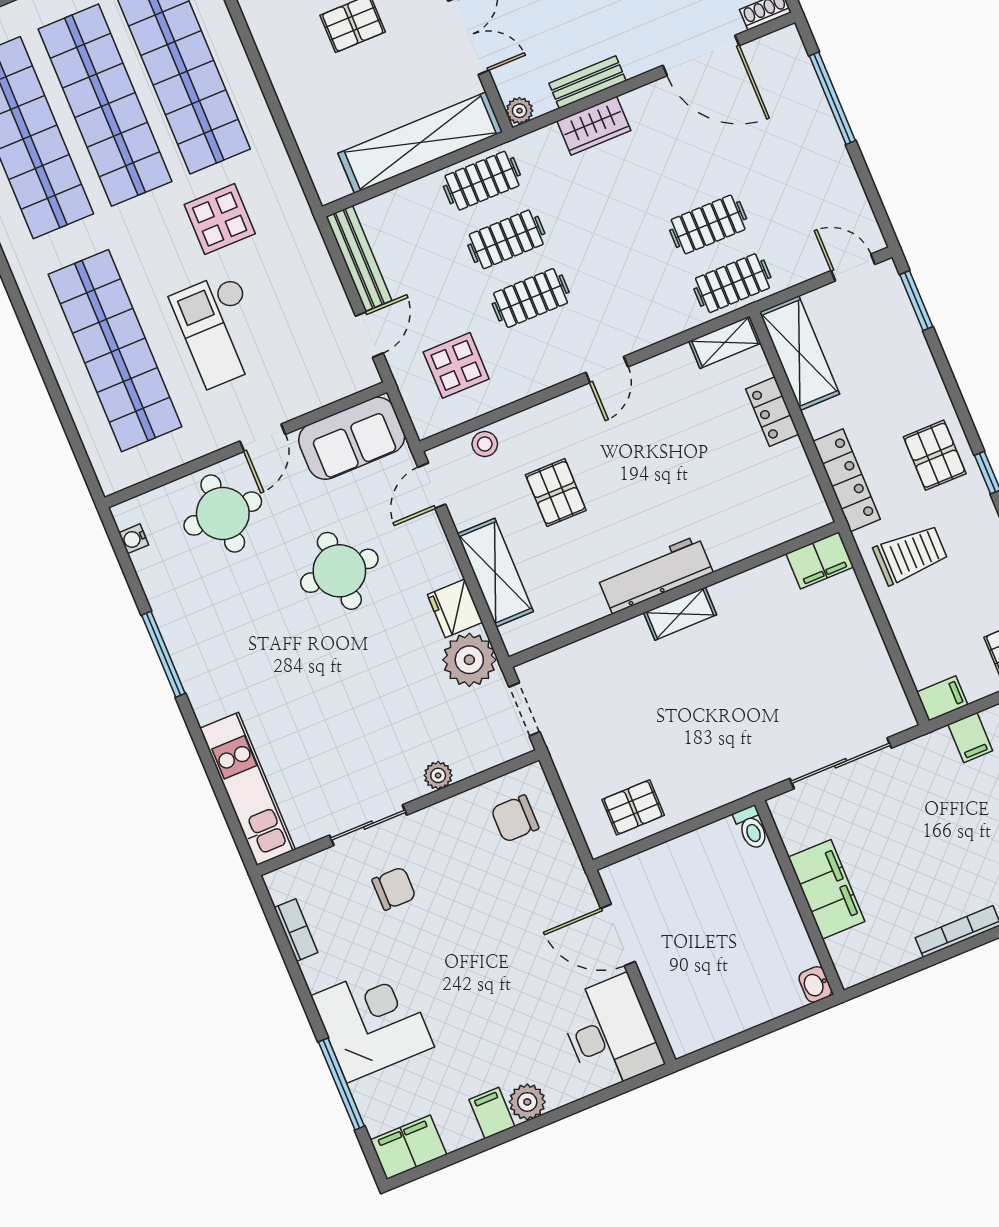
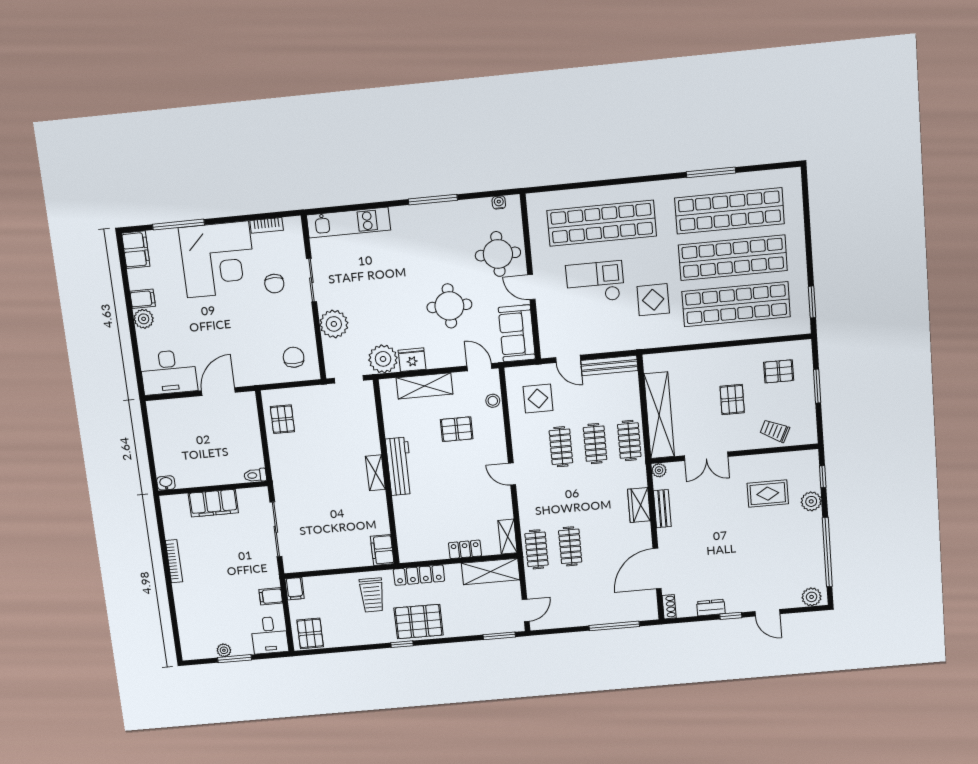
pallet: (935, 455) -> (419, 622), width x1.50, depth x1.42
plant: (438, 775) -> (334, 324), width x1.87, depth x1.87
corner desk: (373, 1021) -> (218, 260), width x1.36, depth x1.36

